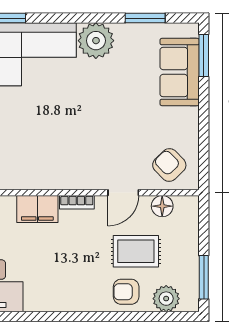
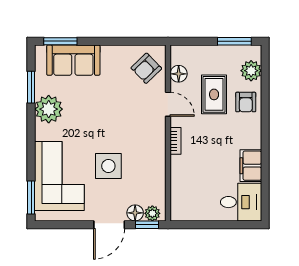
plant: (96, 41) -> (49, 109), moved
side table: (45, 117) -> (108, 166), added
filing cabinet: (37, 209) -> (251, 166), moved, turned 180

